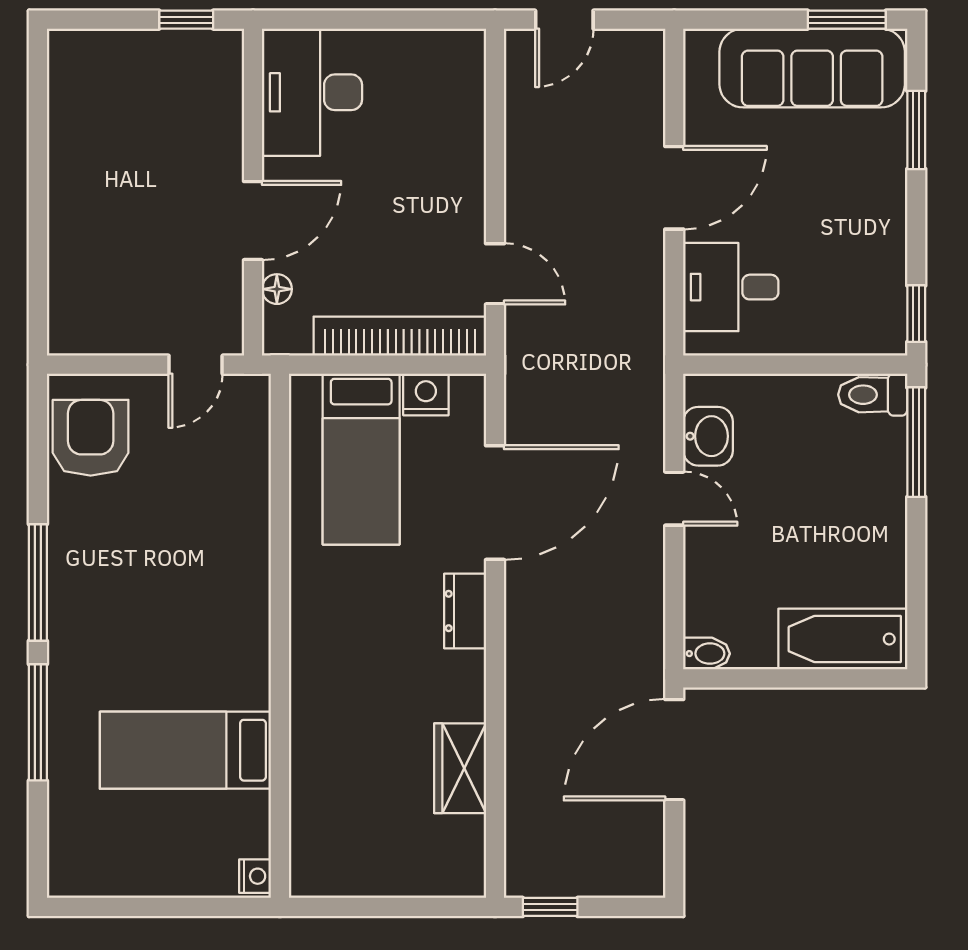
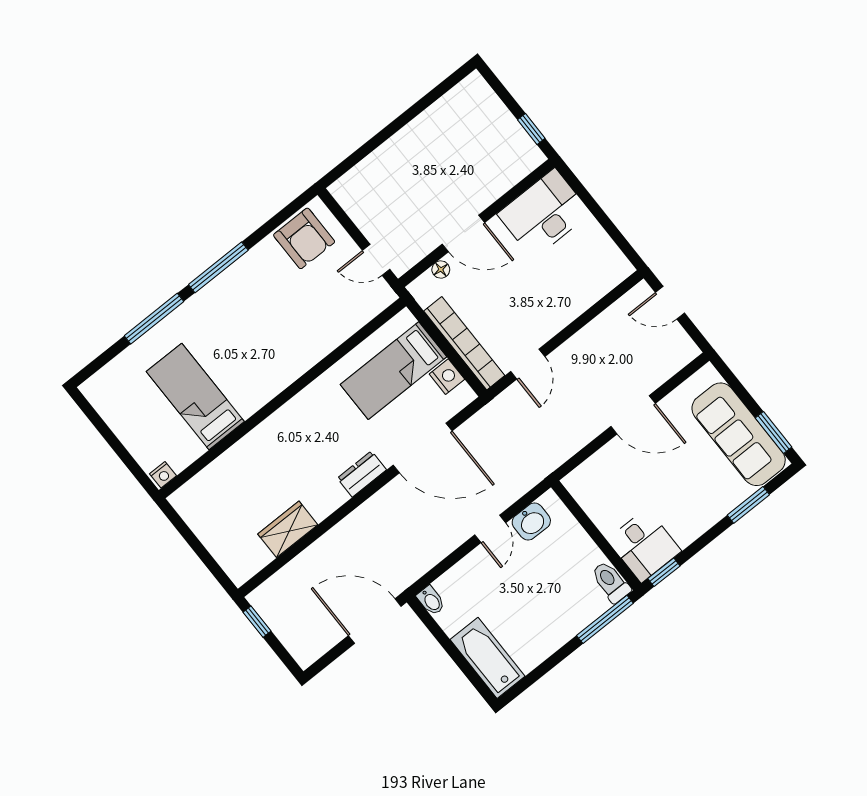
desk: (731, 287) -> (644, 545), moved, turned 180
armchair: (91, 438) -> (304, 238), turned 90

